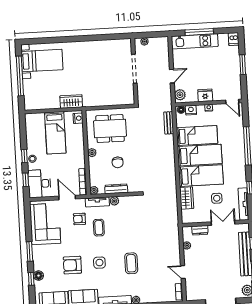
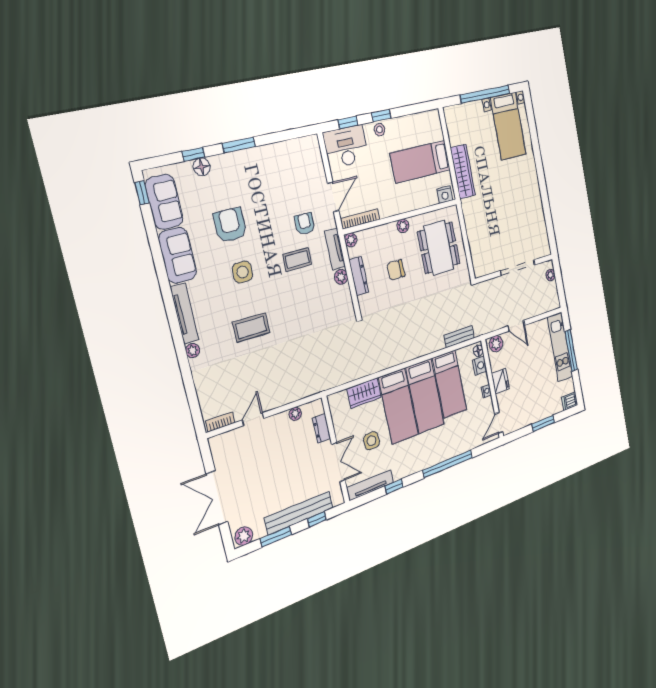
wardrobe: (71, 101) -> (463, 171), width x1.50
corner sofa: (45, 224) -> (287, 166), removed

